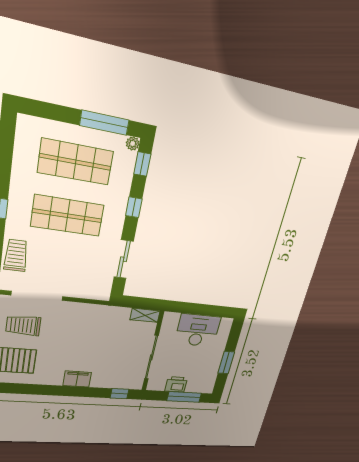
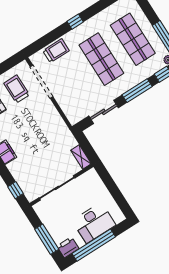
window: (134, 207) -> (137, 91), width x2.17
desk: (198, 330) -> (94, 223), moved, turned 90
window: (226, 363) -> (94, 245), width x2.11
printer: (176, 384) -> (68, 247), moved, turned -90

